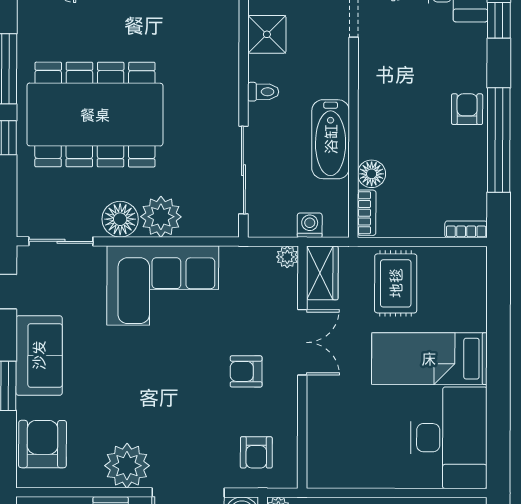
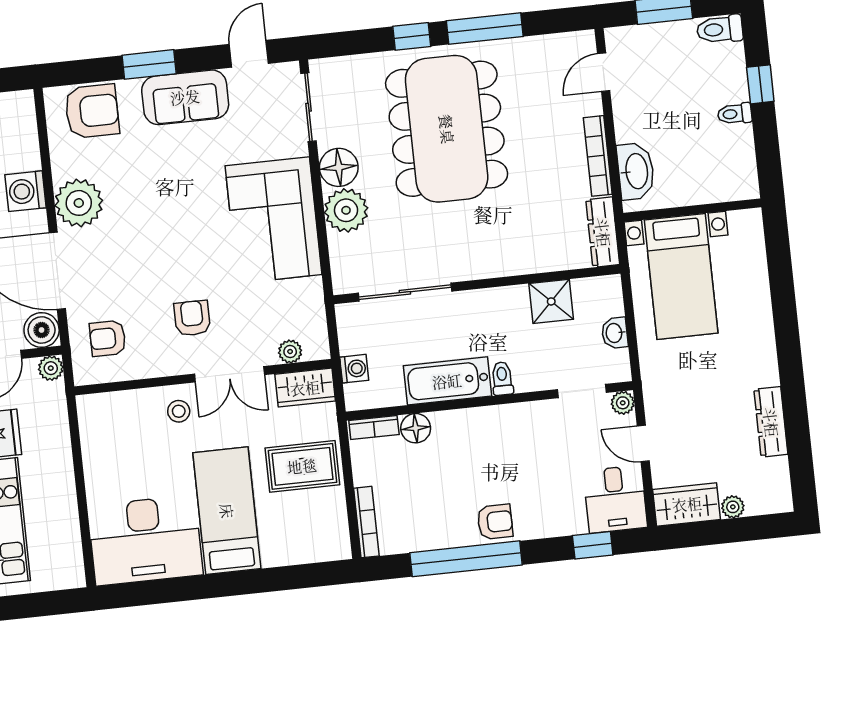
toilet: (263, 92) -> (502, 378), moved, turned 180
bookcase: (466, 229) -> (366, 522), width x1.56
plant: (287, 257) -> (290, 352), moved
stool: (332, 393) -> (179, 411), added

